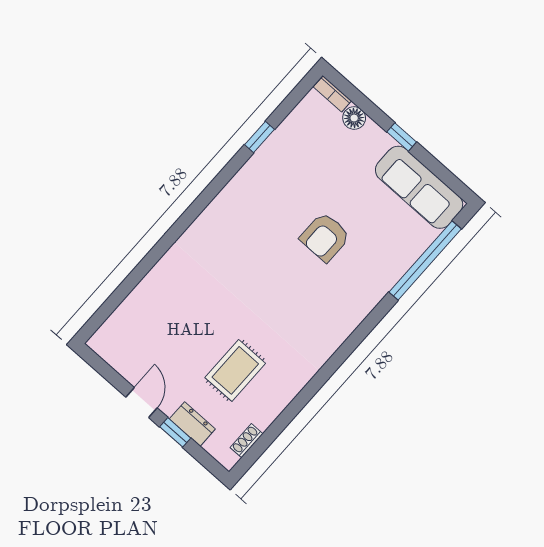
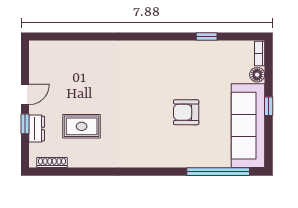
sofa: (419, 187) -> (248, 126), width x1.36, depth x1.27
shoe rack: (246, 441) -> (52, 162), width x1.43

